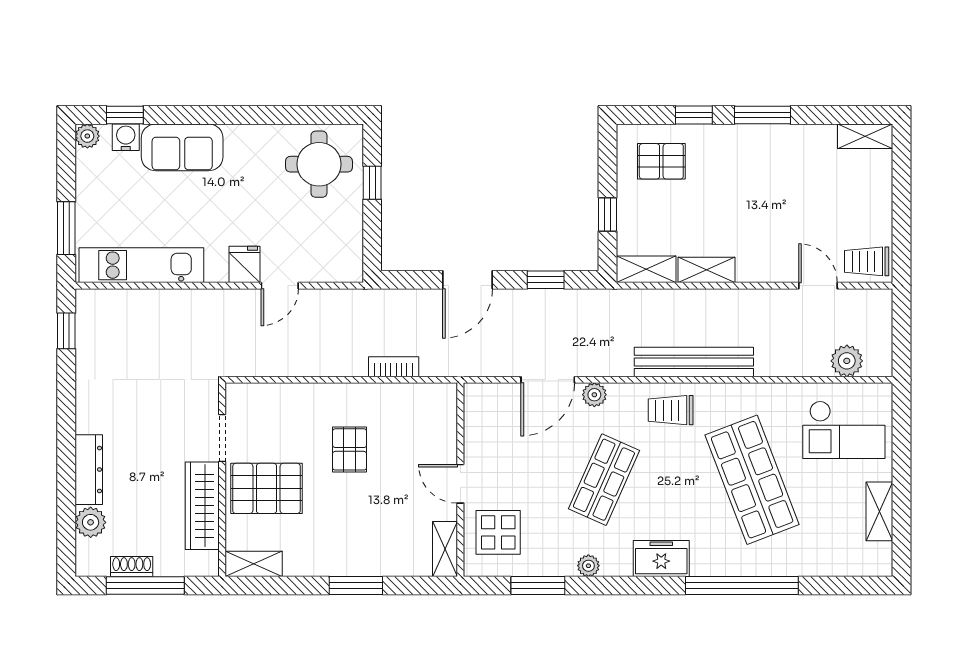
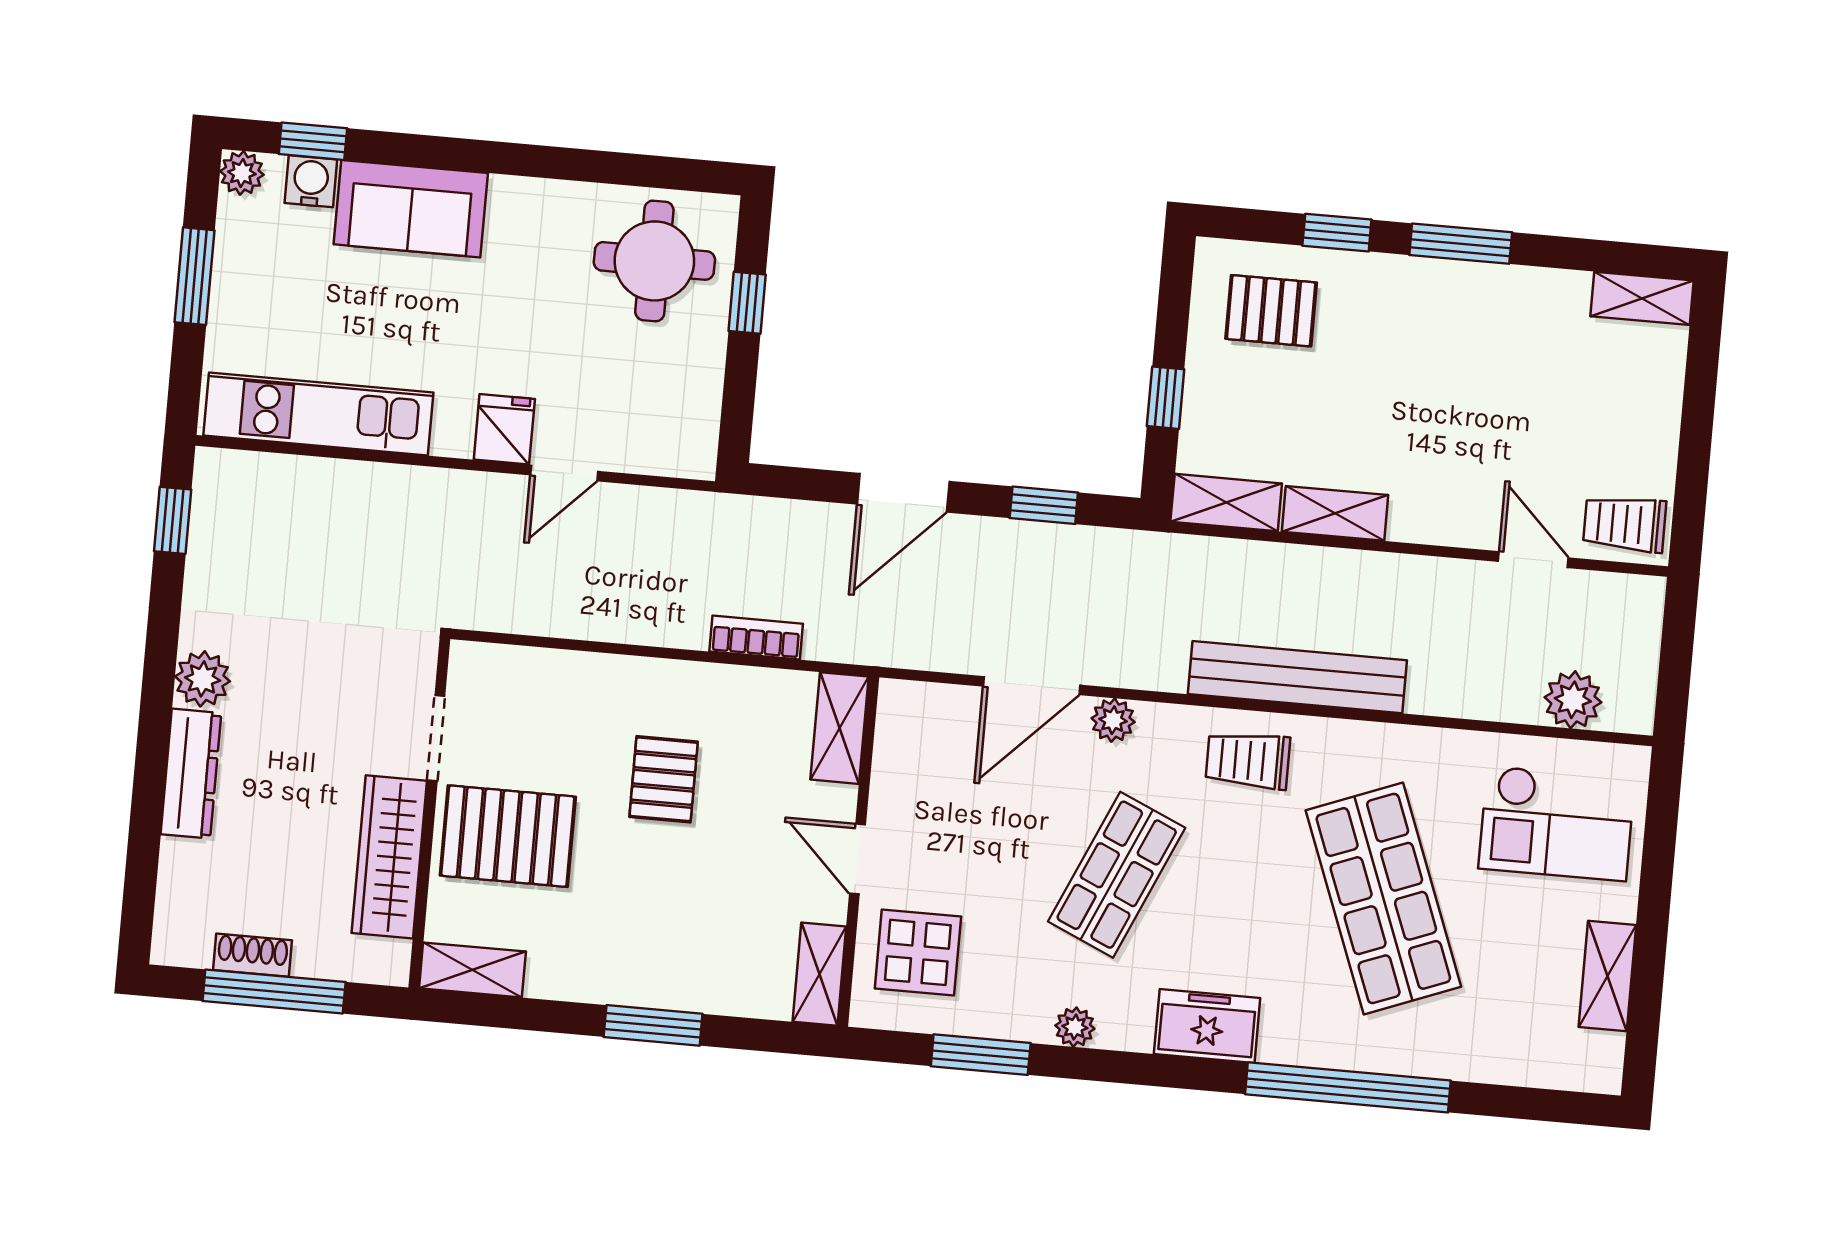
window: (66, 228) -> (195, 276), moved
shelving: (444, 413) -> (840, 728), added
plant: (91, 522) -> (203, 679), moved

